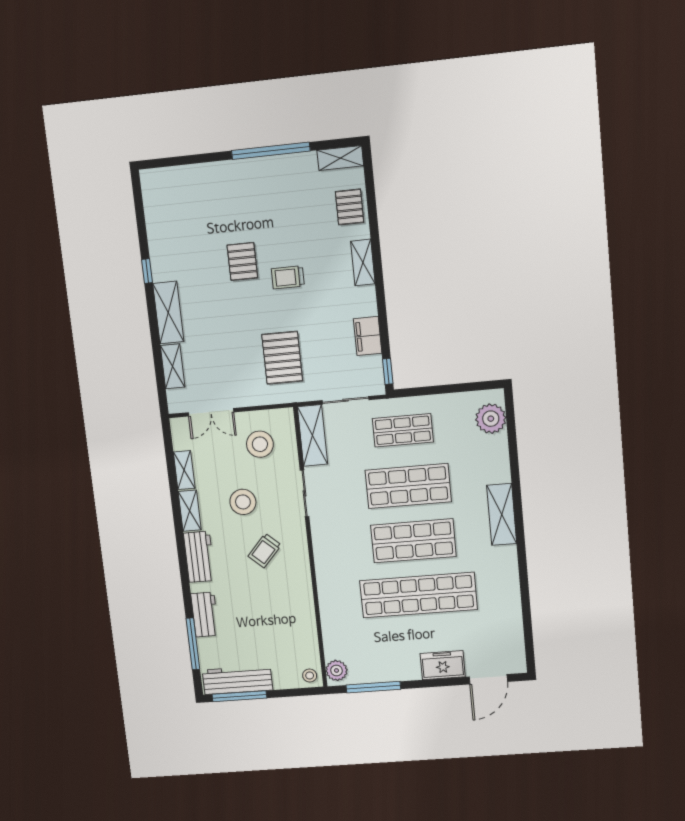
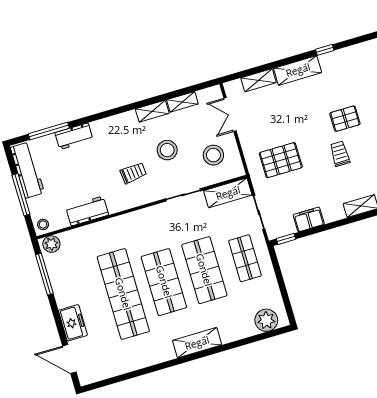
trolley: (265, 551) -> (133, 173), turned 132
workbench: (199, 557) -> (87, 211), moved, turned 180
window: (239, 696) -> (21, 195), moved

